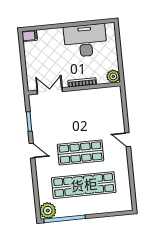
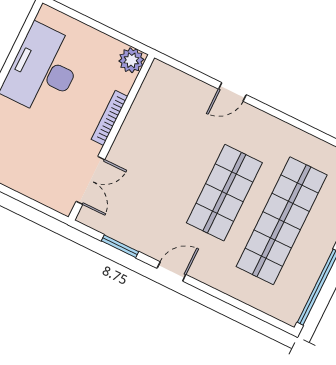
double door: (50, 91) -> (90, 180), swing flipped
door: (128, 140) -> (232, 92), moved
plant: (48, 211) -> (287, 307), removed

